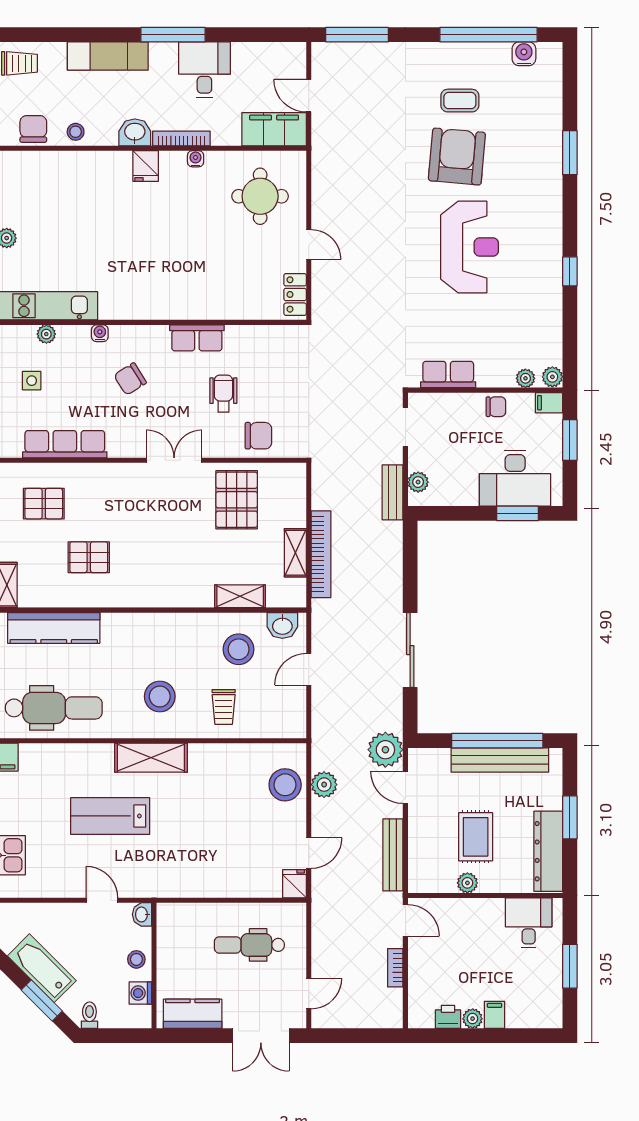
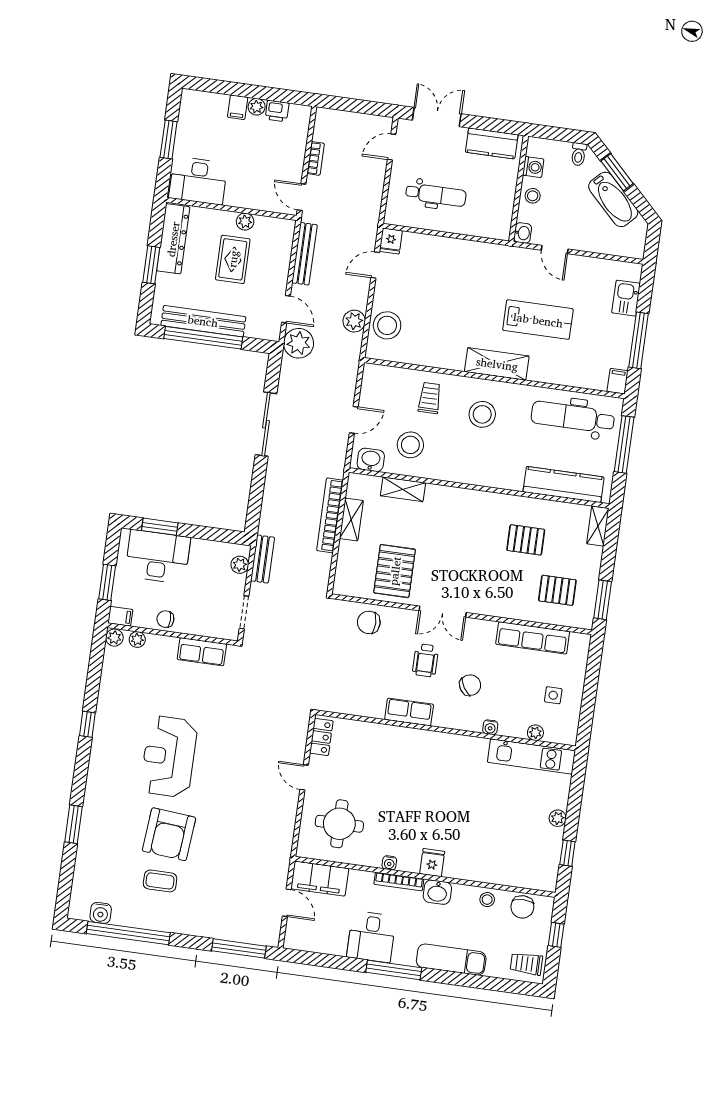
wheelchair: (223, 394) -> (425, 660), moved
desk: (529, 923) -> (198, 181), width x1.37

